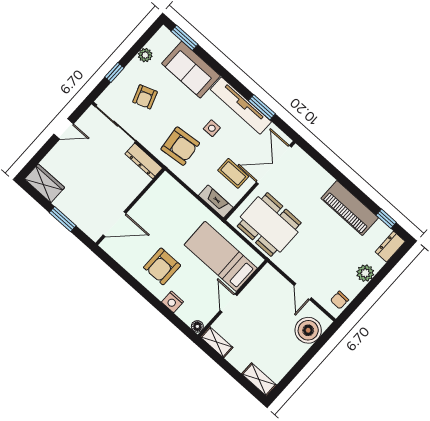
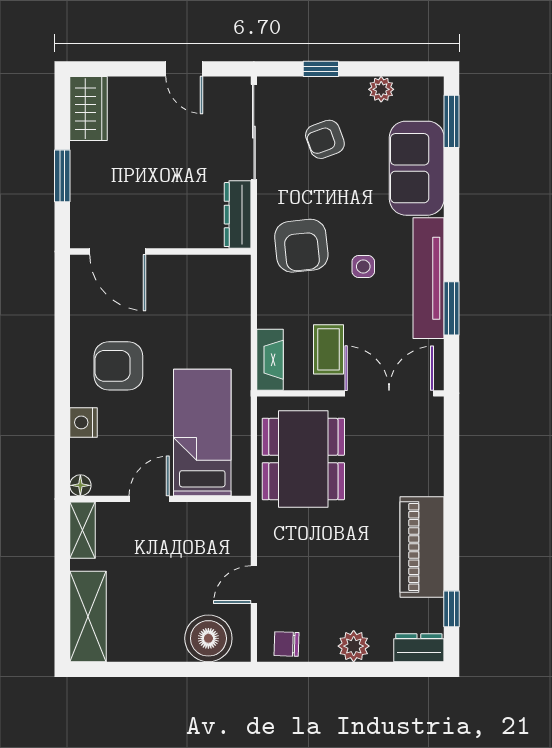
shelving: (259, 379) -> (88, 617), width x1.50, depth x1.33

